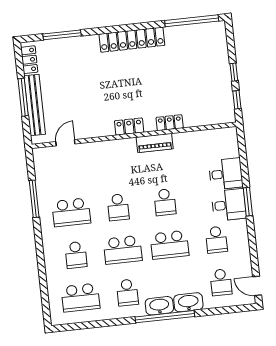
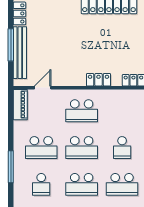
piano: (155, 143) -> (20, 105), moved, turned -90
school desk: (113, 165) -> (82, 111), added
window: (34, 199) -> (11, 167), moved
school desk: (118, 207) -> (82, 148), width x1.85

